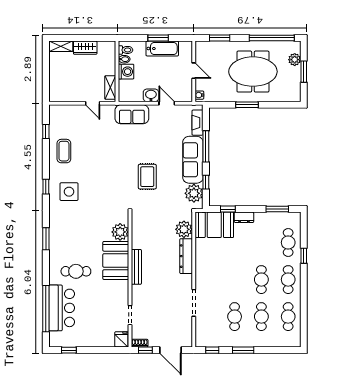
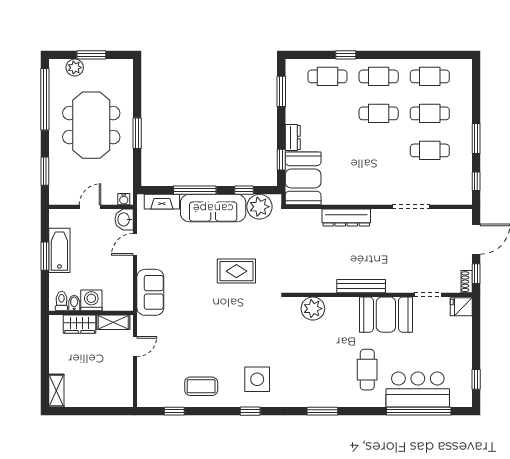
wardrobe: (85, 48) -> (80, 324), moved, turned 90
washbasin: (151, 95) -> (124, 219), moved
plant: (184, 229) -> (309, 221), removed
booth: (116, 260) -> (386, 315), moved

